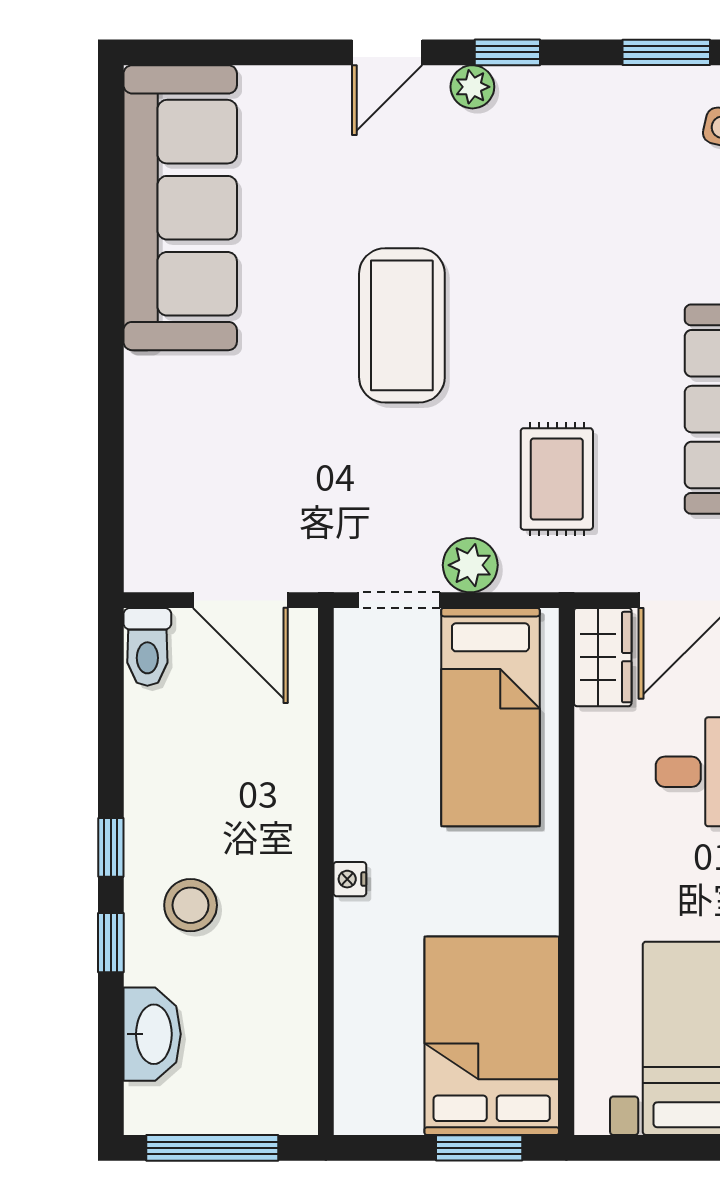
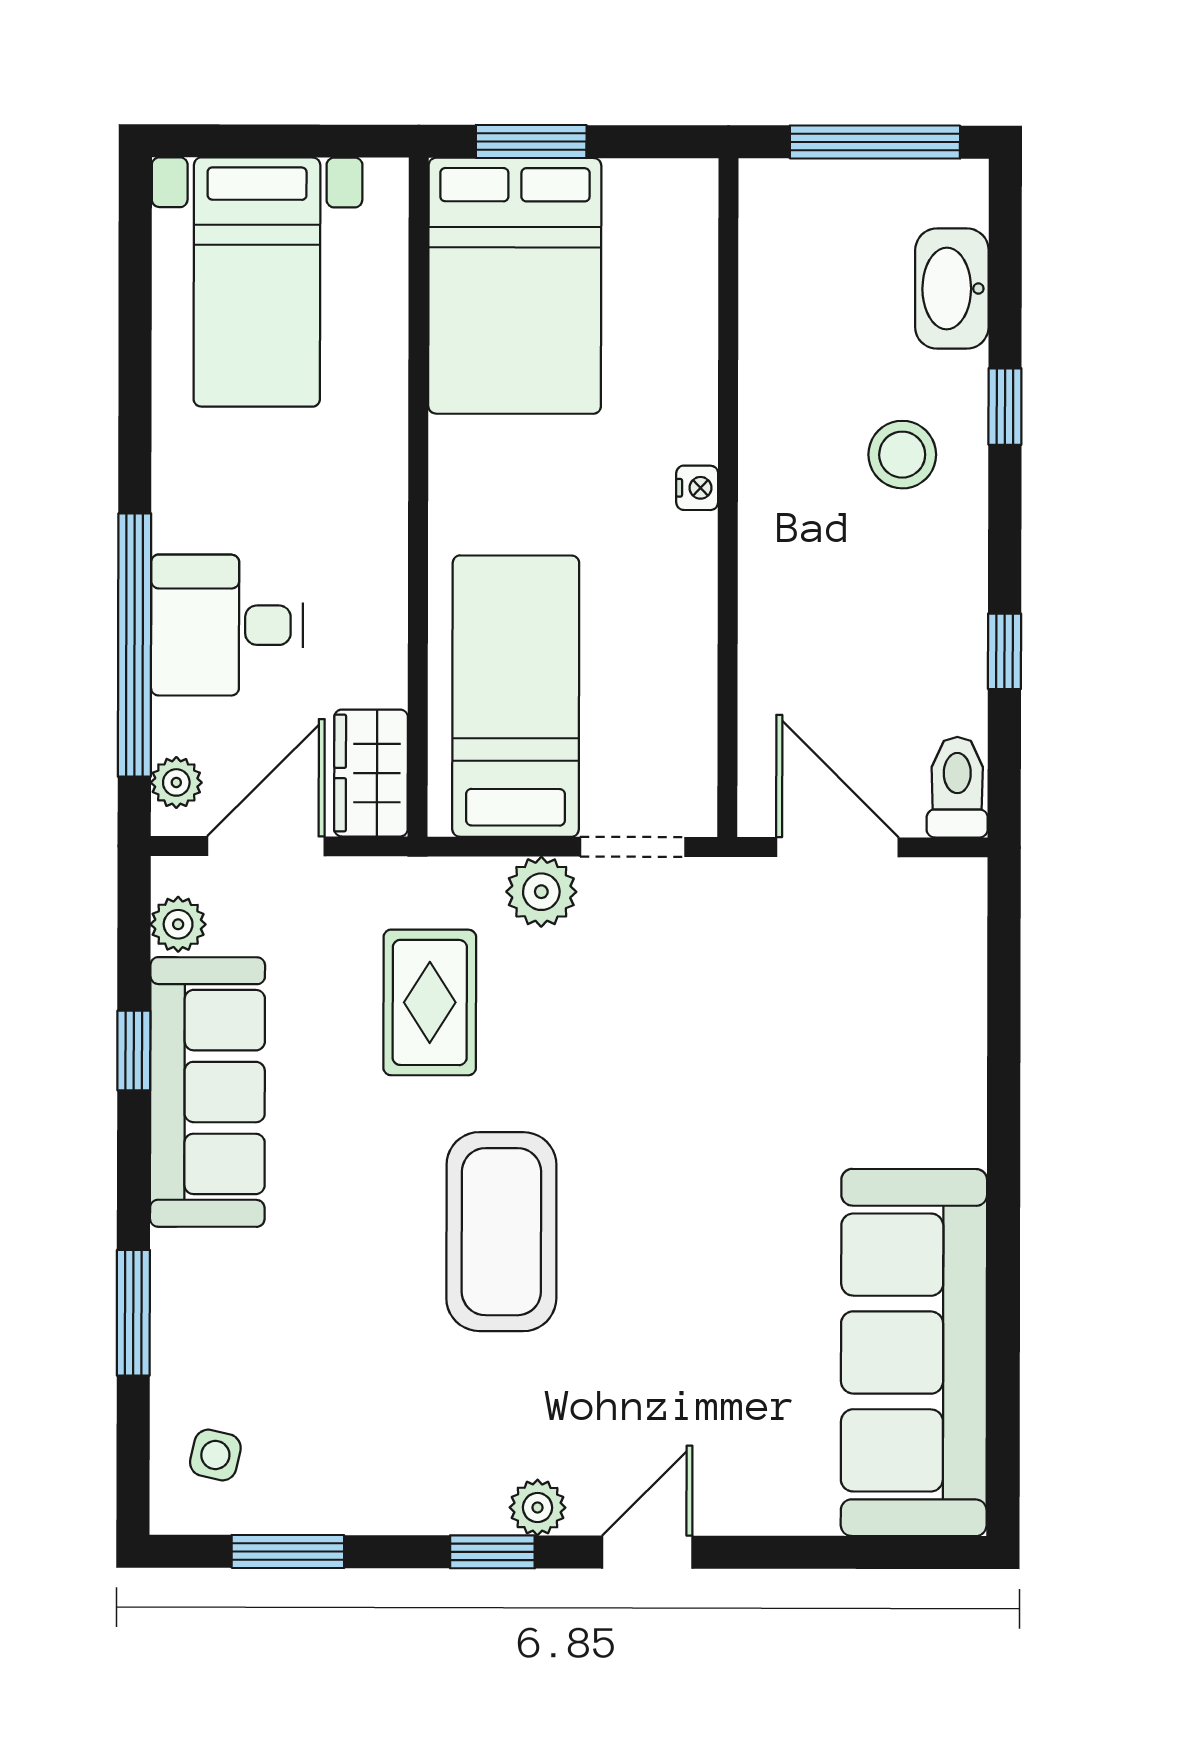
coffee table: (402, 325) -> (501, 1232), moved
window: (111, 847) -> (1005, 651), moved

